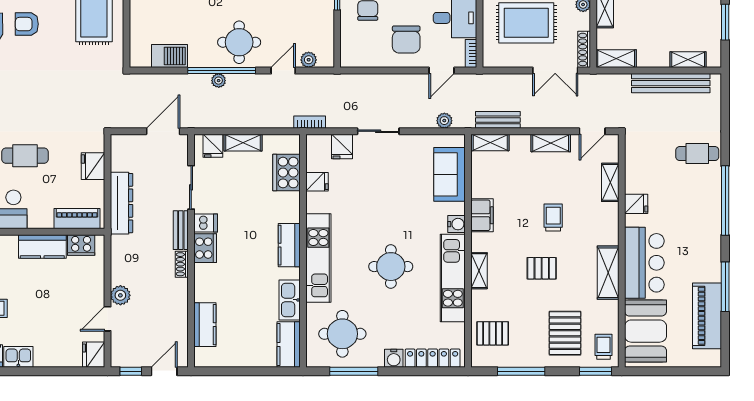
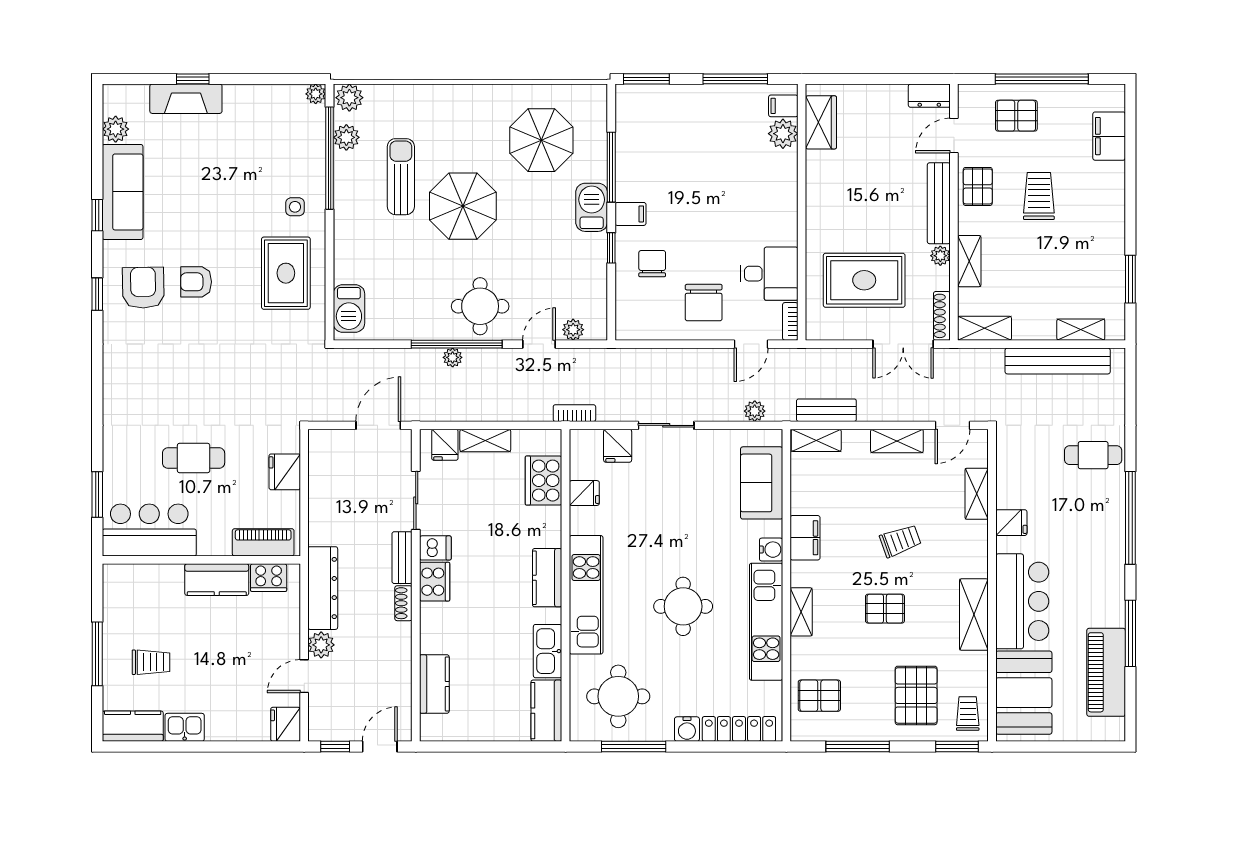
barbecue: (169, 56) -> (349, 308), moved, turned 90
dresser: (121, 203) -> (323, 588), moved
trolley: (553, 218) -> (900, 541), turned 70

